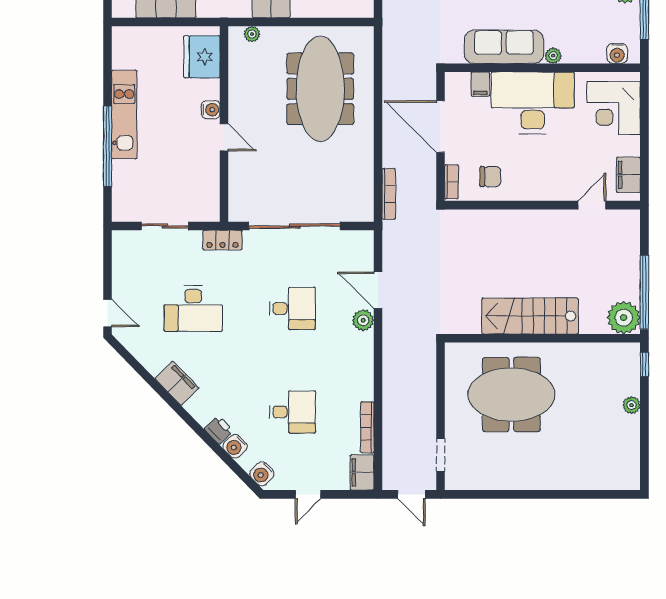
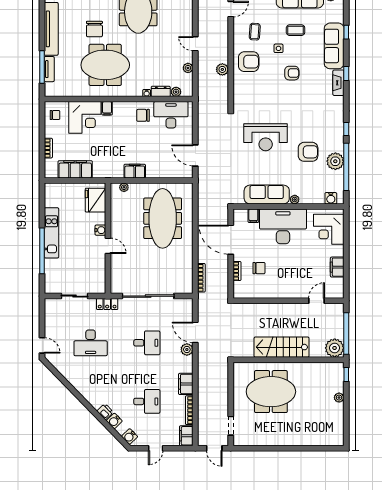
wall: (542, 205) -> (288, 301), moved
door: (592, 205) -> (317, 301), moved
filing cabinet: (177, 383) -> (186, 384), moved, turned -136

